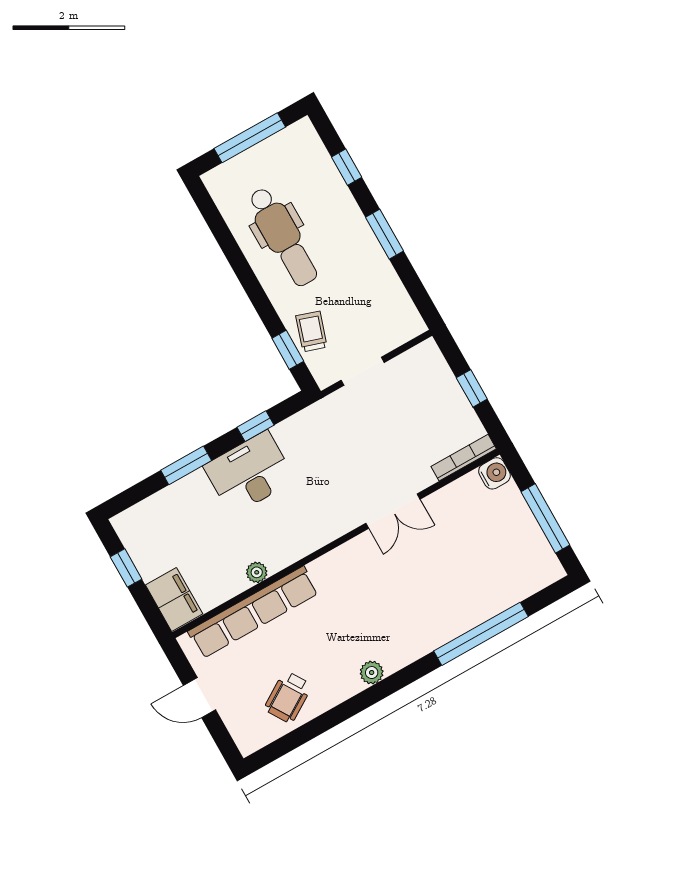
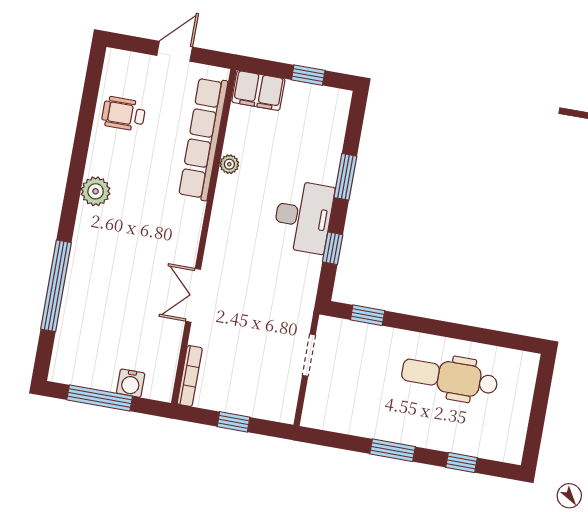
window: (250, 138) -> (538, 412), removed
trolley: (311, 331) -> (367, 342), removed
water cooler: (494, 473) -> (131, 383), moved
plant: (372, 673) -> (96, 191), width x1.38, depth x1.38
wheelchair: (288, 697) -> (124, 114), turned -58

